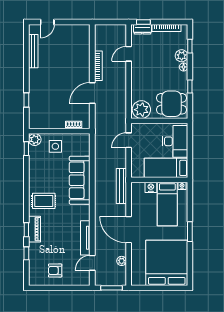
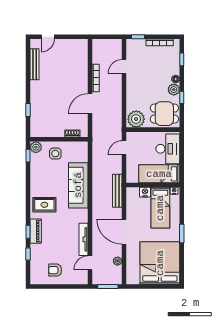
dresser: (142, 29) -> (137, 44), removed
plant: (182, 56) -> (174, 90), moved

